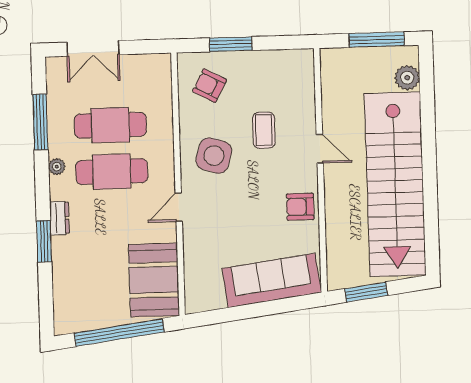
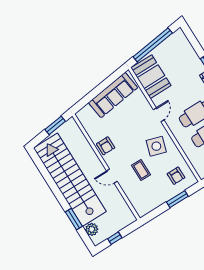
window: (377, 40) -> (115, 238), width x0.46
armchair: (210, 86) -> (176, 176), turned 62
window: (428, 113) -> (74, 219), added
armchair: (300, 207) -> (106, 146), turned 90
sofa: (272, 280) -> (113, 95), moved

